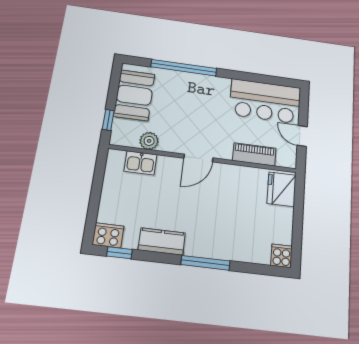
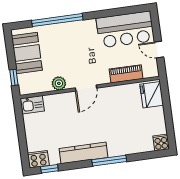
plant: (149, 141) -> (59, 83), moved
kitchen sink: (141, 163) -> (32, 105), moved
kitchen counter: (162, 241) -> (83, 153), width x1.50

